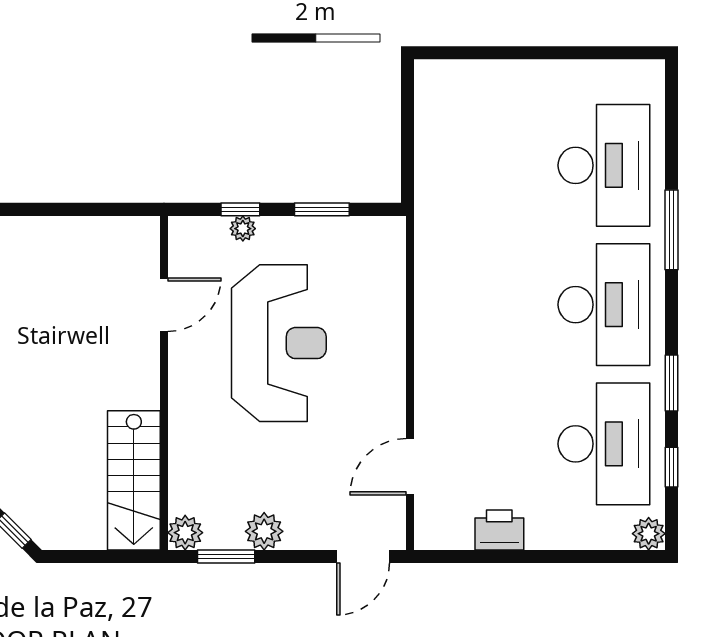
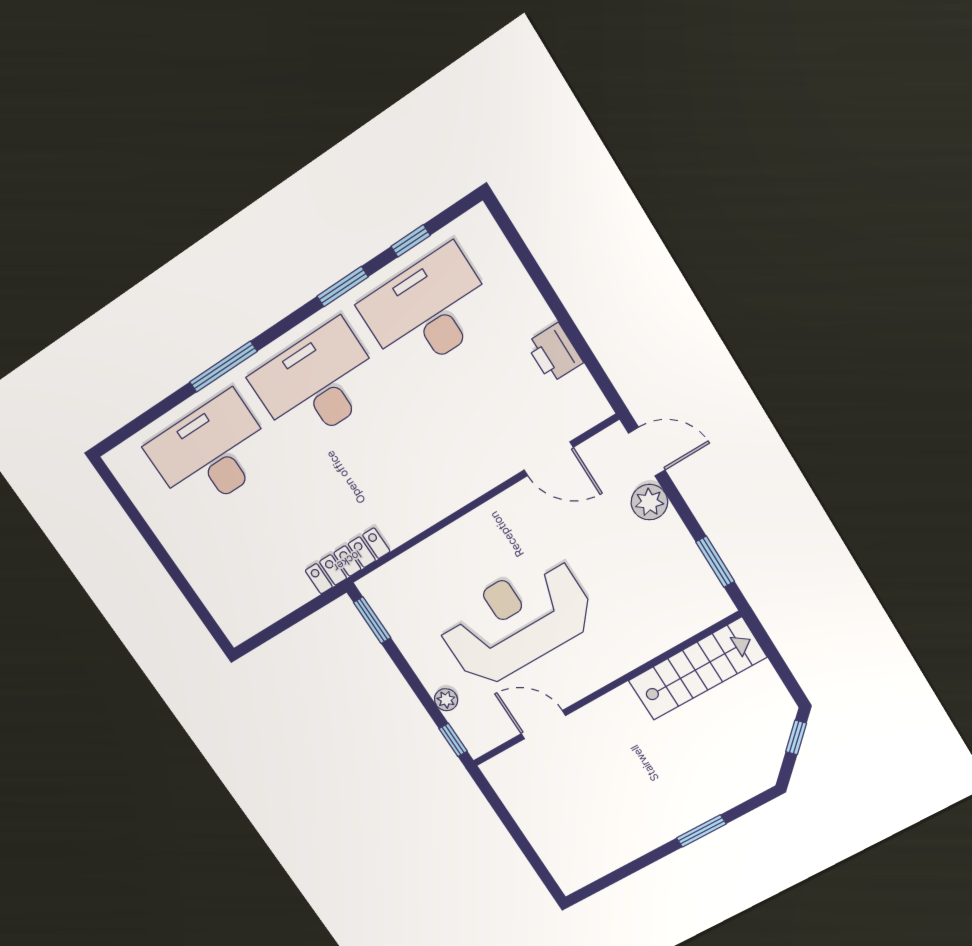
window: (240, 209) -> (453, 740), moved
window: (322, 209) -> (372, 620), moved
locker: (430, 224) -> (347, 561), added
plant: (264, 531) -> (649, 502), moved
plant: (185, 533) -> (715, 605), removed
plant: (649, 534) -> (478, 224), removed

